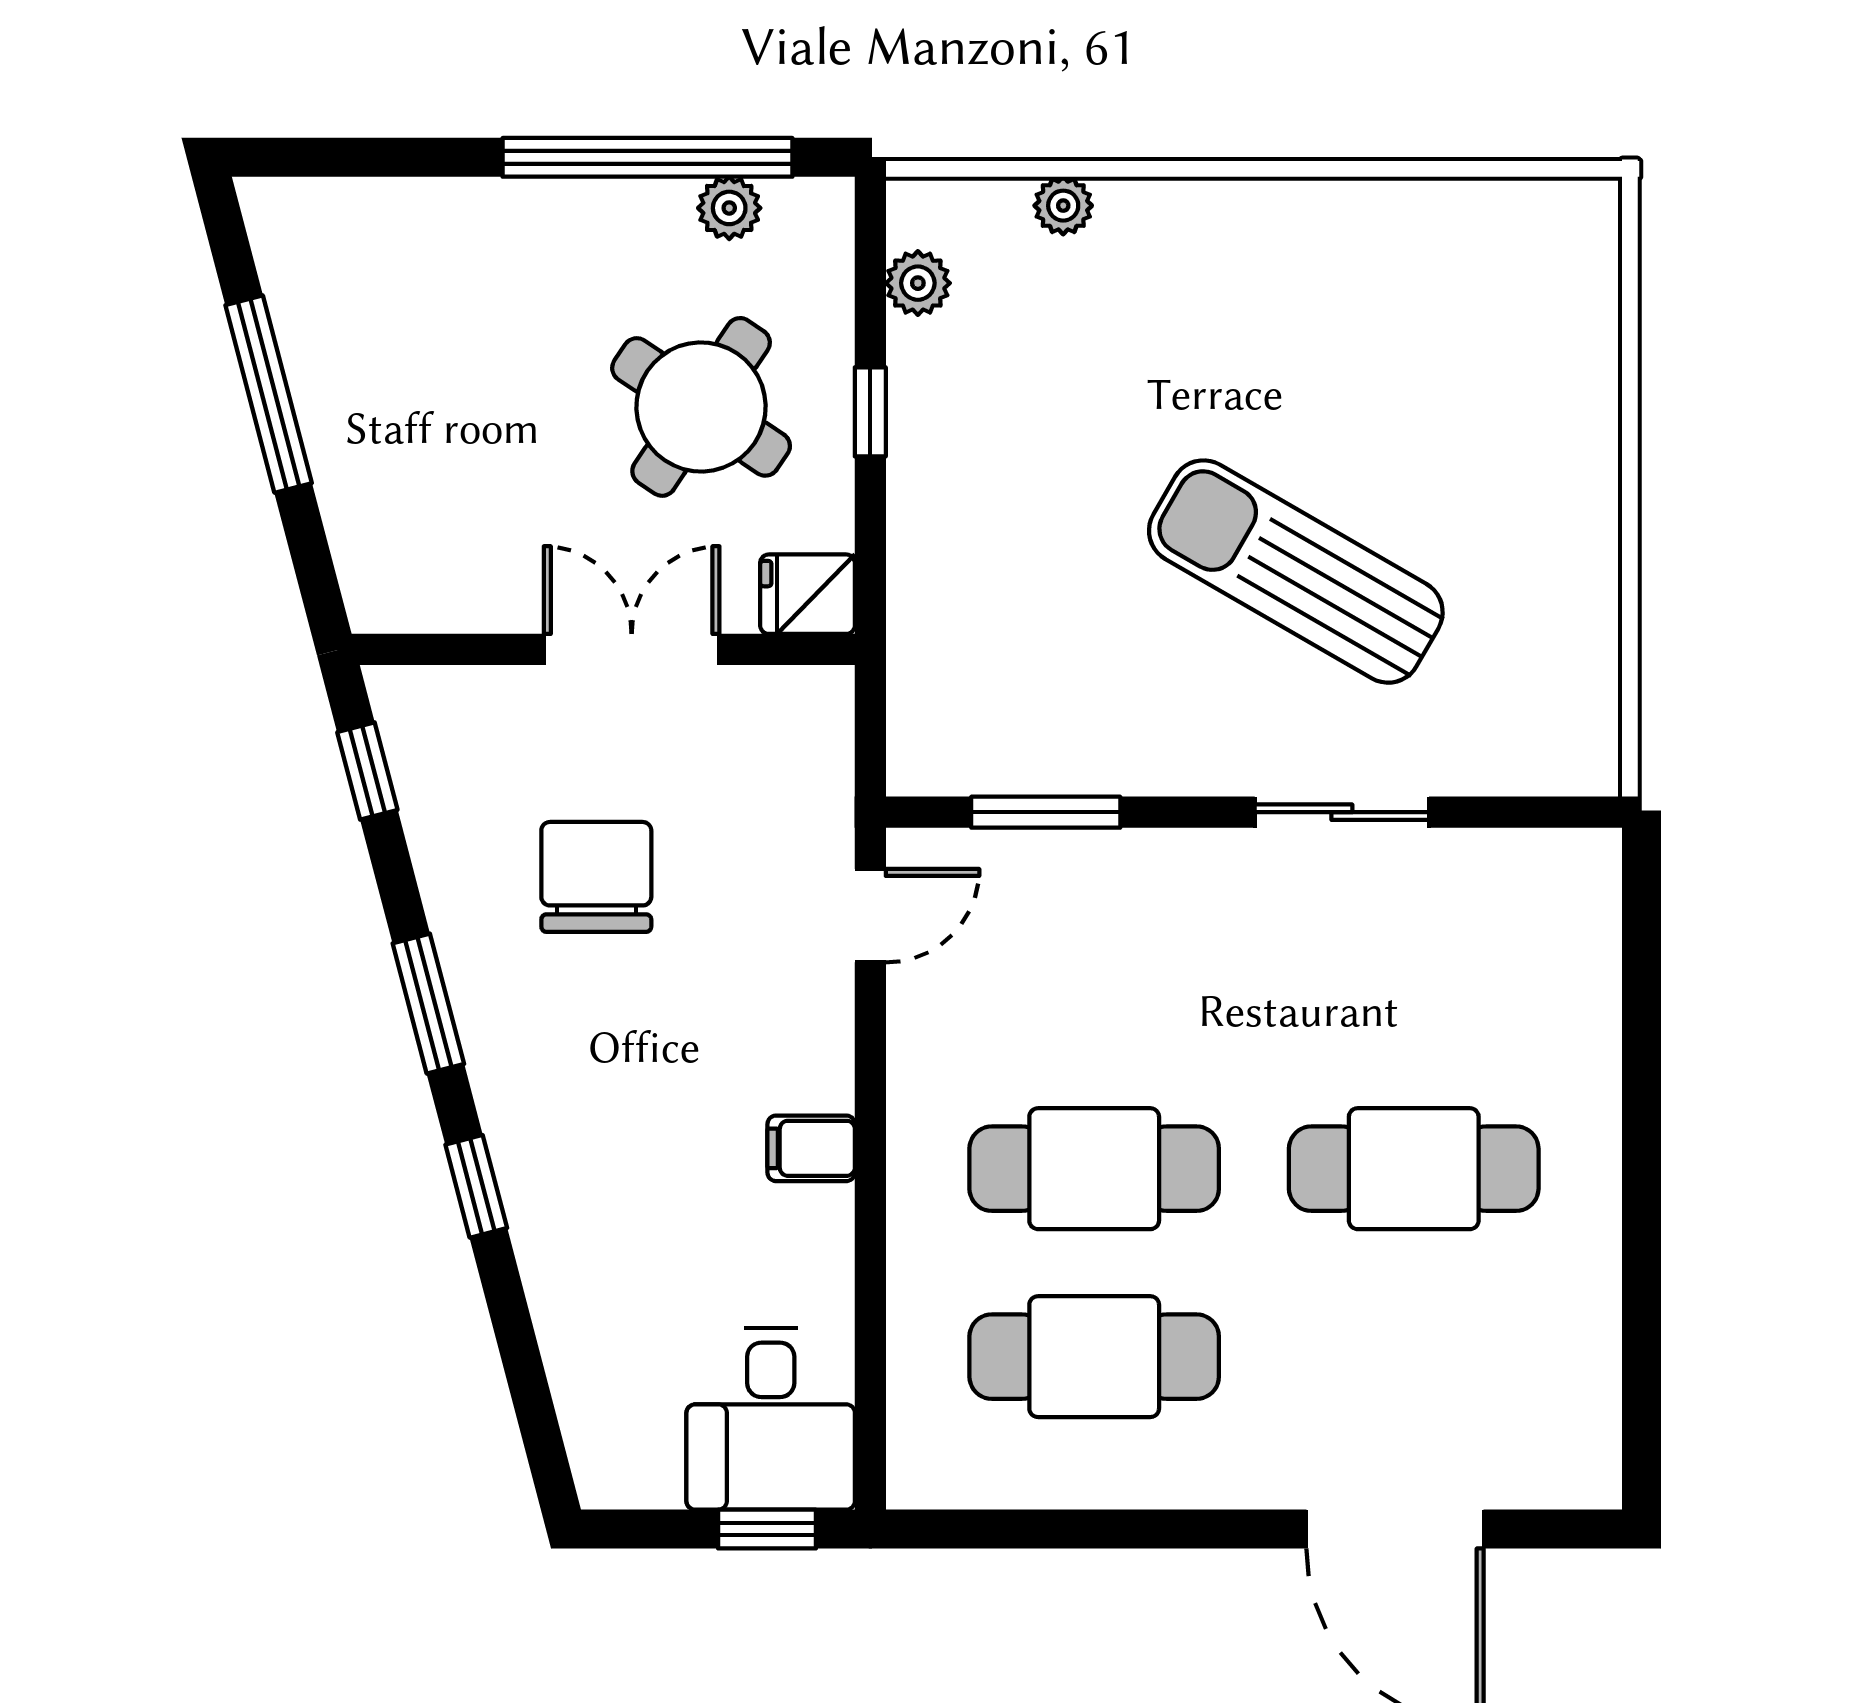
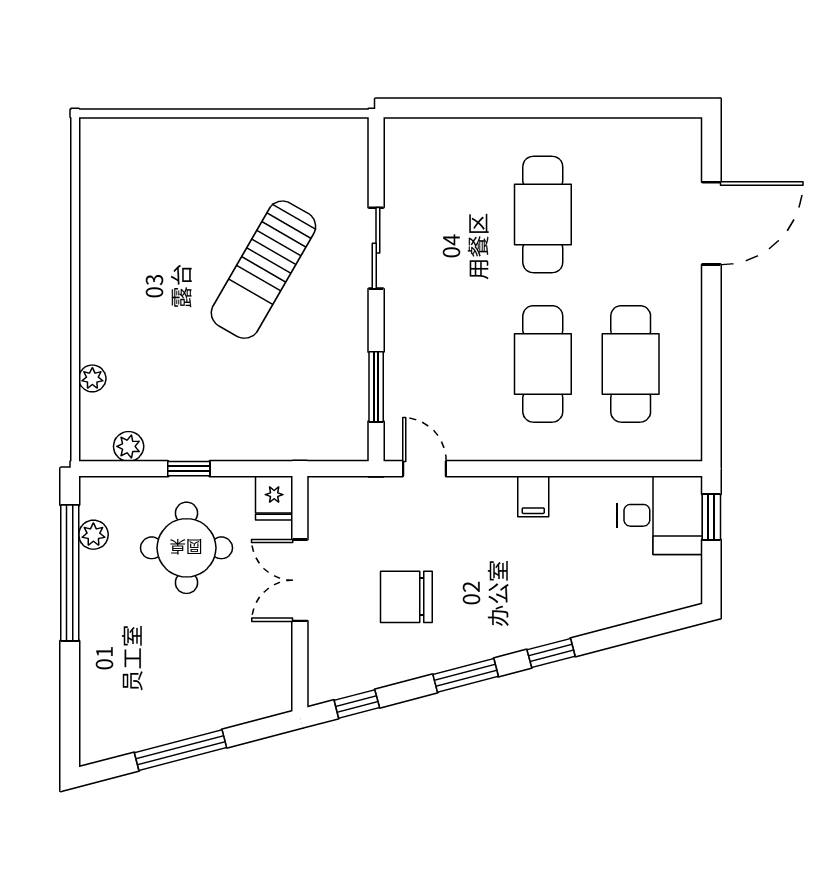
round table: (701, 407) -> (186, 548), turned -34

